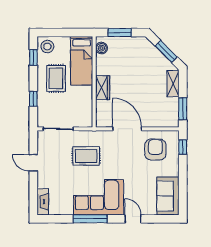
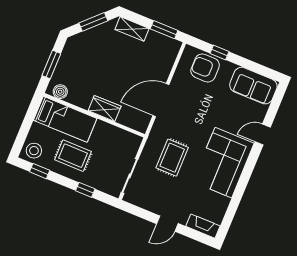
window: (183, 147) -> (220, 53), moved
armchair: (155, 150) -> (205, 68), moved
door: (33, 163) -> (167, 224), moved
window: (90, 219) -> (243, 182), removed

